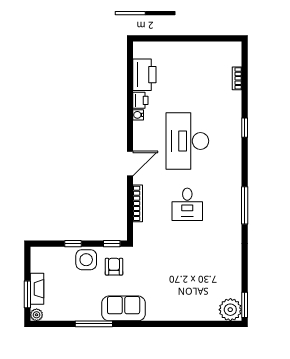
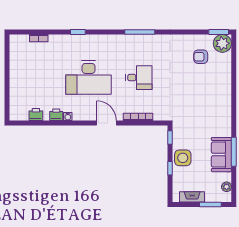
printer: (144, 75) -> (36, 115), width x0.53, depth x0.68
armchair: (114, 267) -> (201, 57), moved
fireplace: (37, 289) -> (192, 197), moved
sofa: (124, 308) -> (221, 155), moved
plant: (37, 315) -> (227, 187), moved

